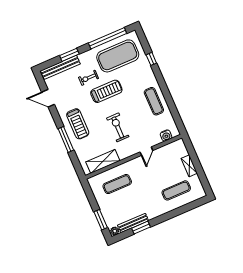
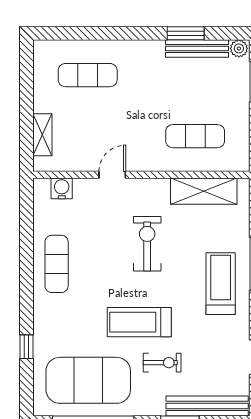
exercise bike: (118, 127) -> (147, 244), turned 180
shelving: (189, 166) -> (42, 135), moved

